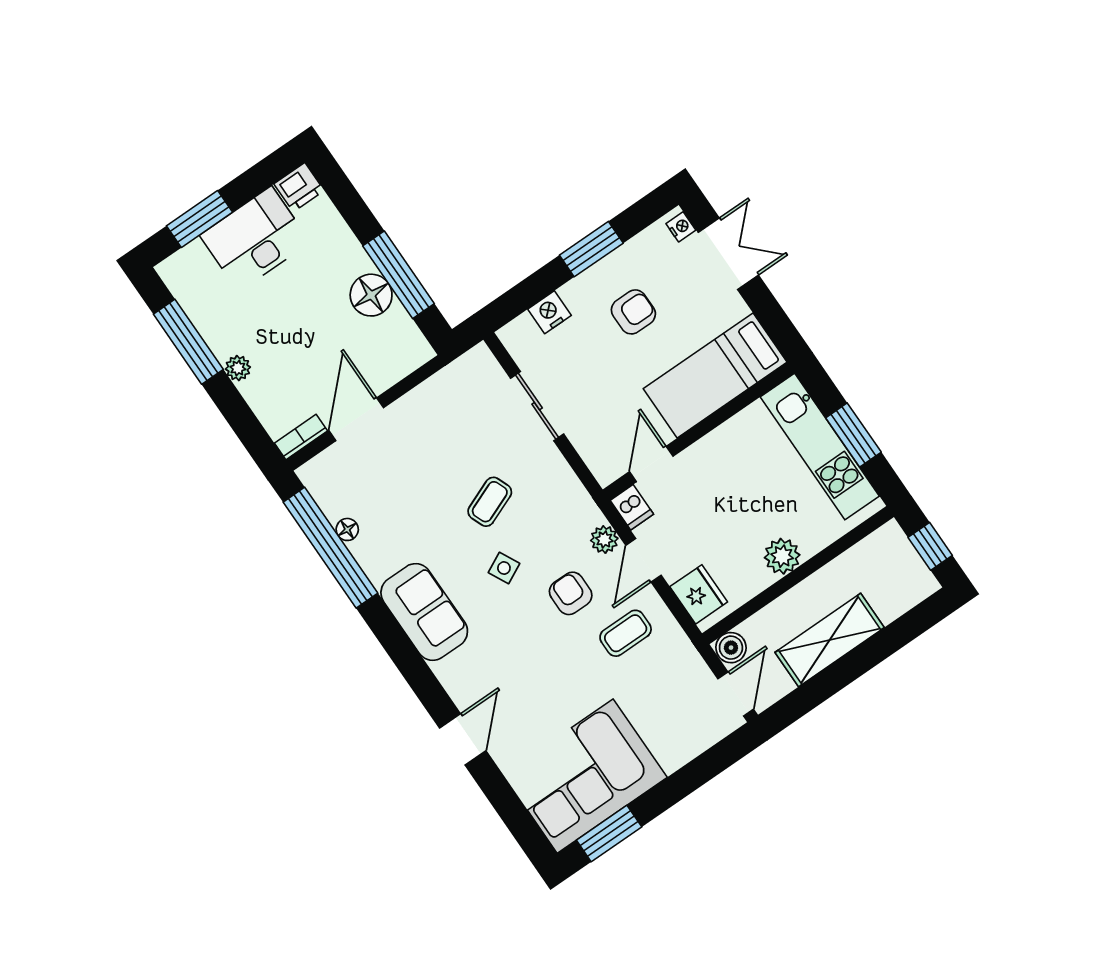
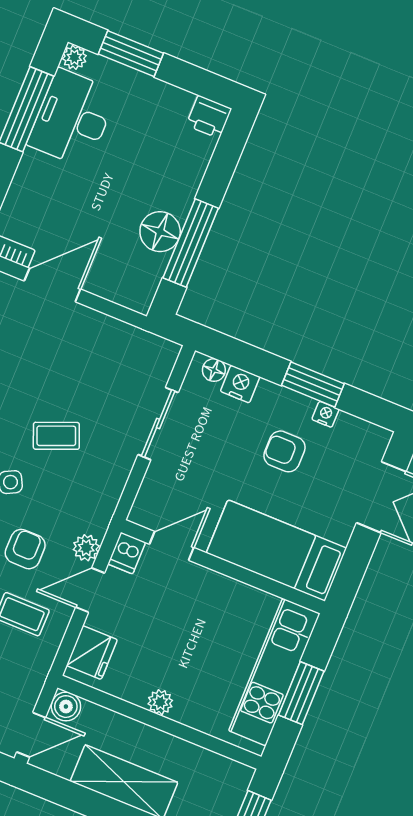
nightstand: (681, 227) -> (325, 414), moved, turned -90
desk: (255, 239) -> (72, 118), moved, turned -90
armchair: (633, 312) -> (284, 451), turned 180
floor lamp: (522, 327) -> (214, 370), added
plant: (238, 368) -> (74, 57), moved
plant: (782, 556) -> (160, 702), width x0.73, depth x0.73

